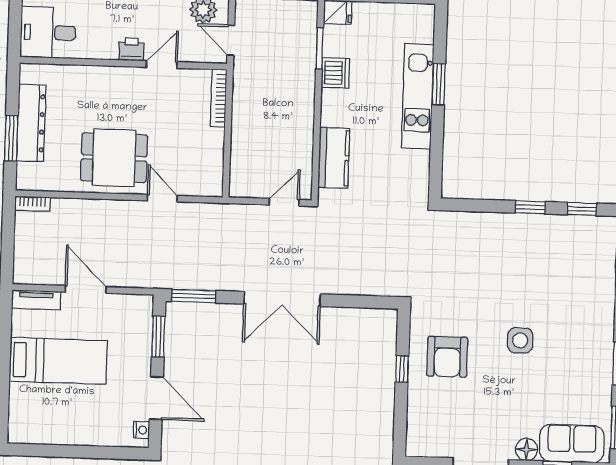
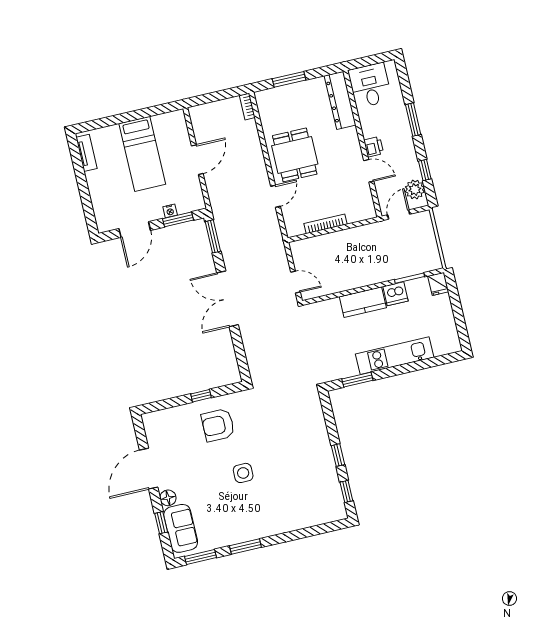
window: (439, 84) -> (357, 380), moved
bookcase: (219, 98) -> (325, 224), moved
dresser: (31, 123) -> (340, 100), moved, turned 90
kitchen counter: (334, 158) -> (363, 302), moved
tv unit: (36, 300) -> (86, 153), moved, turned 180
nightstand: (141, 430) -> (170, 211), moved

